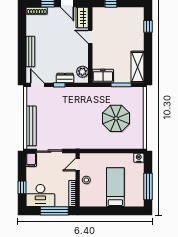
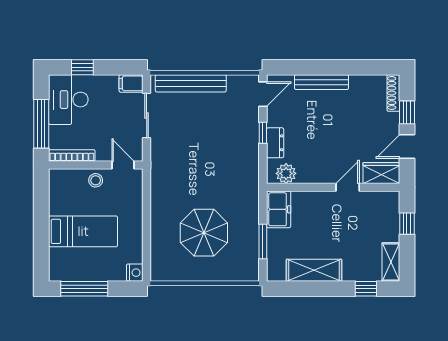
shelving: (133, 12) -> (391, 262), added
shelving: (137, 67) -> (314, 270), moved

